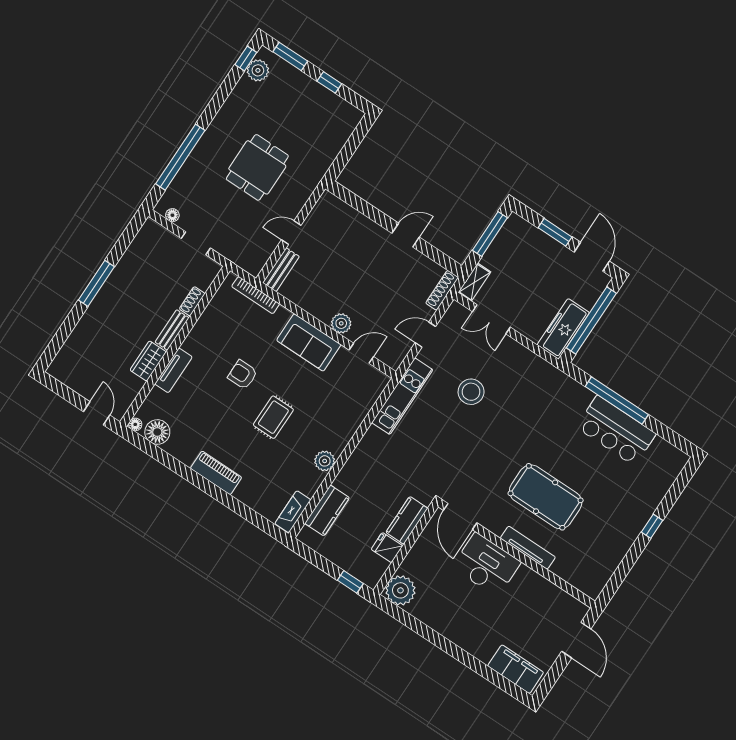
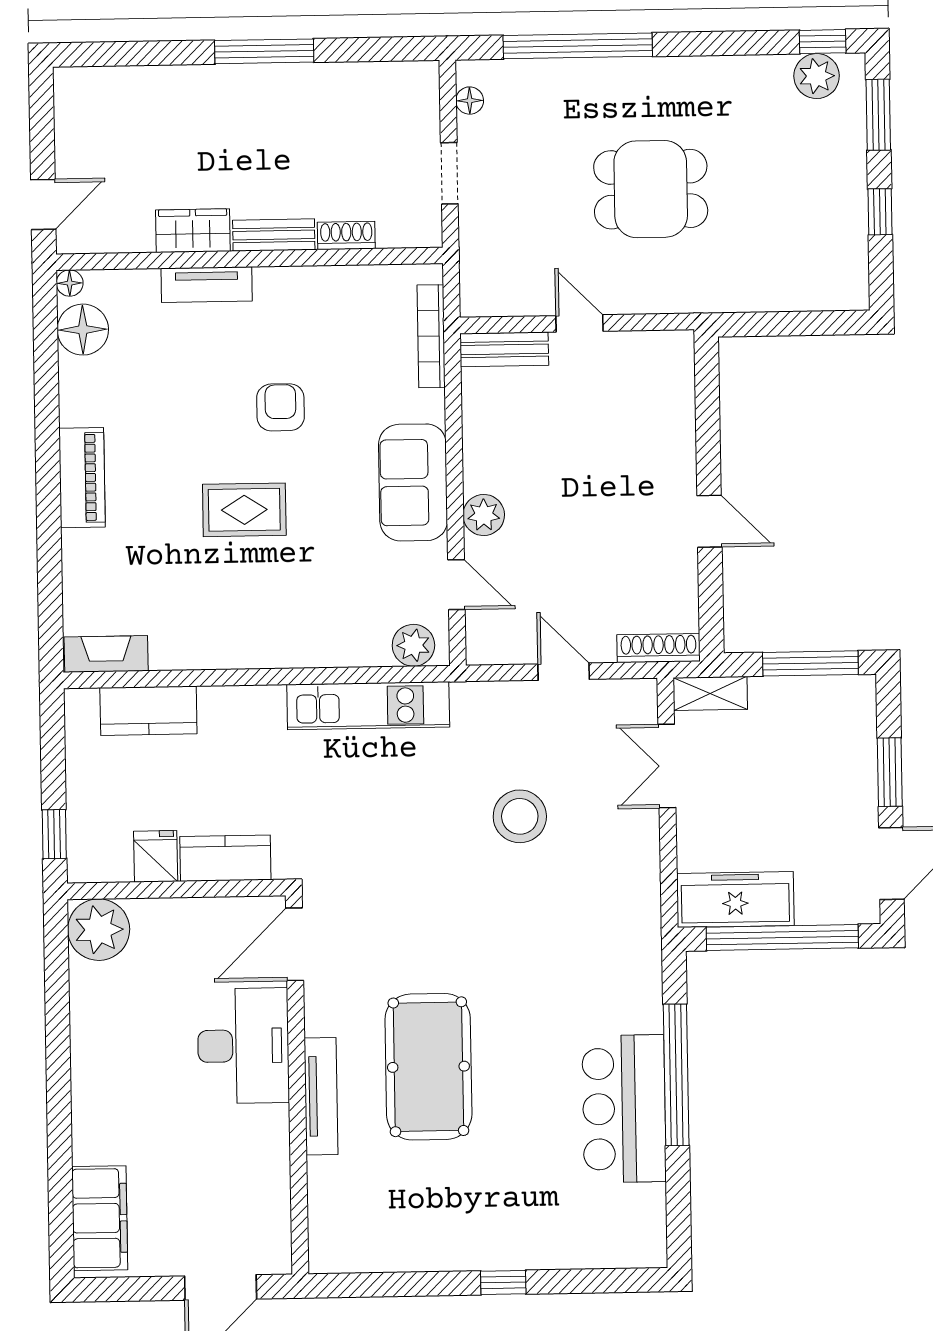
kitchen unit: (402, 396) -> (368, 706), moved
plant: (325, 461) -> (413, 645), moved

